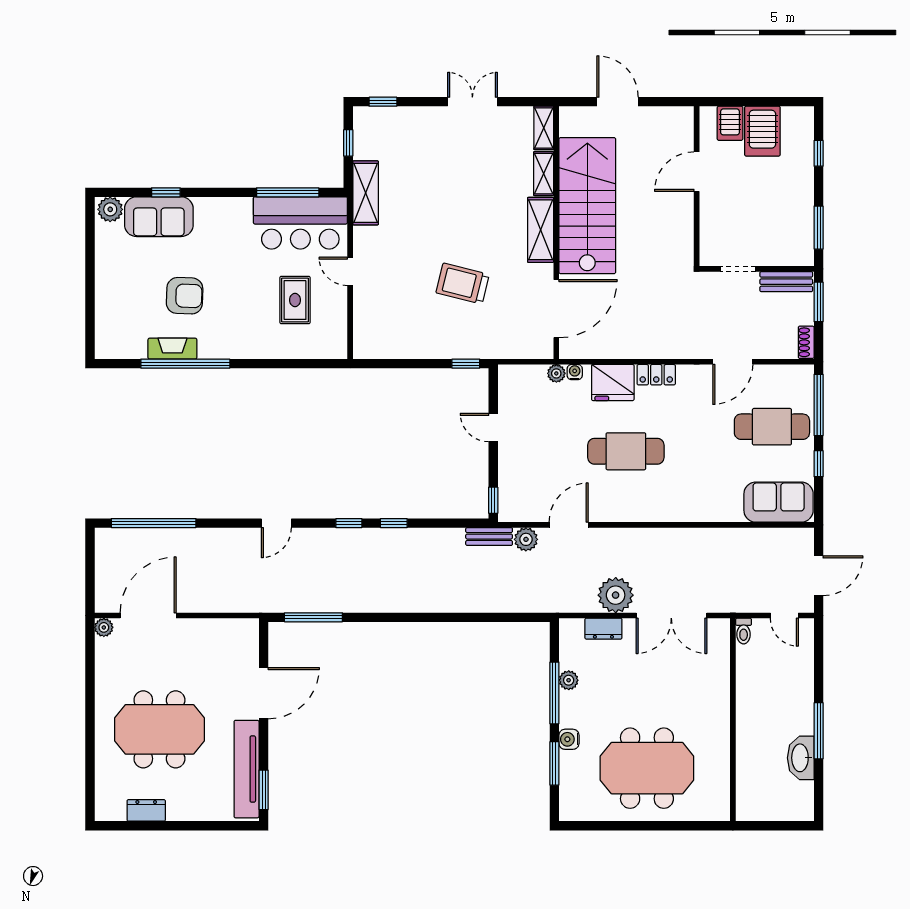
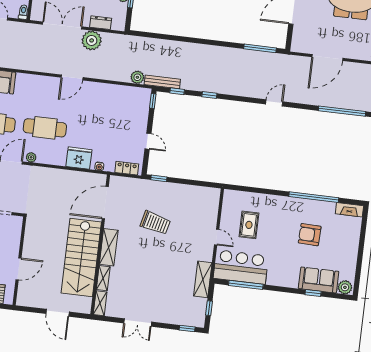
fireplace: (172, 349) -> (349, 210), moved
plant: (556, 373) -> (31, 157), moved
locker: (656, 375) -> (127, 168), moved
cafe table: (626, 451) -> (45, 128), moved
window: (349, 523) -> (177, 91), moved
door: (569, 525) -> (72, 77), moved
bench: (489, 537) -> (162, 82), width x1.36
door: (148, 615) -> (327, 58), moved

